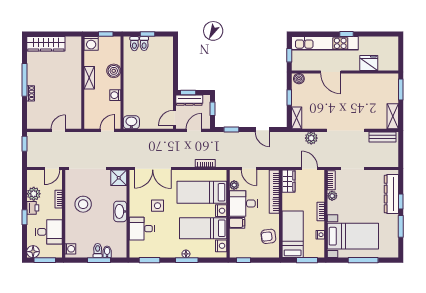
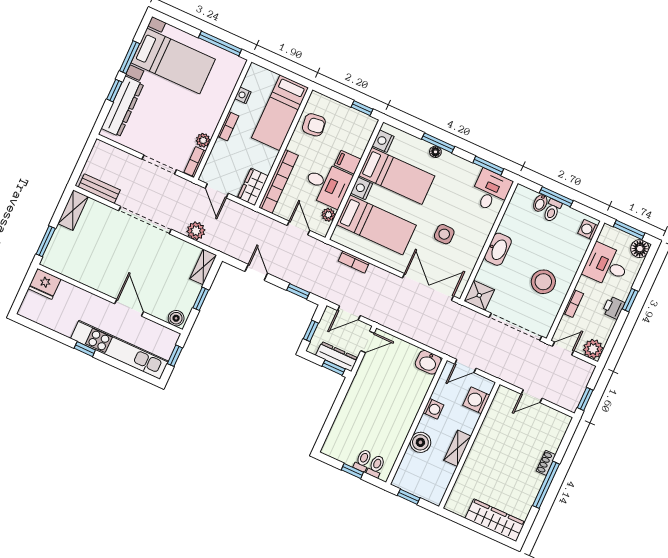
washing machine: (91, 43) -> (476, 400), moved, turned -90
fridge: (369, 63) -> (44, 284), moved
plant: (34, 194) -> (593, 349), moved
desk: (142, 229) -> (491, 191), moved, turned -90
bed with nightstands: (353, 236) -> (173, 61), moved, turned 180
window: (307, 260) -> (277, 69), removed
window: (363, 260) -> (220, 43), moved

